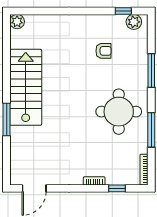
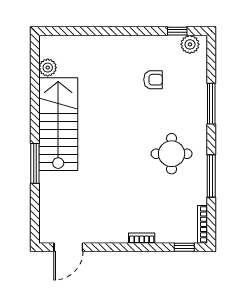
plant: (17, 22) -> (48, 68), moved
round table: (119, 112) -> (172, 154), width x0.73, depth x0.73
window: (117, 188) -> (184, 247), moved

